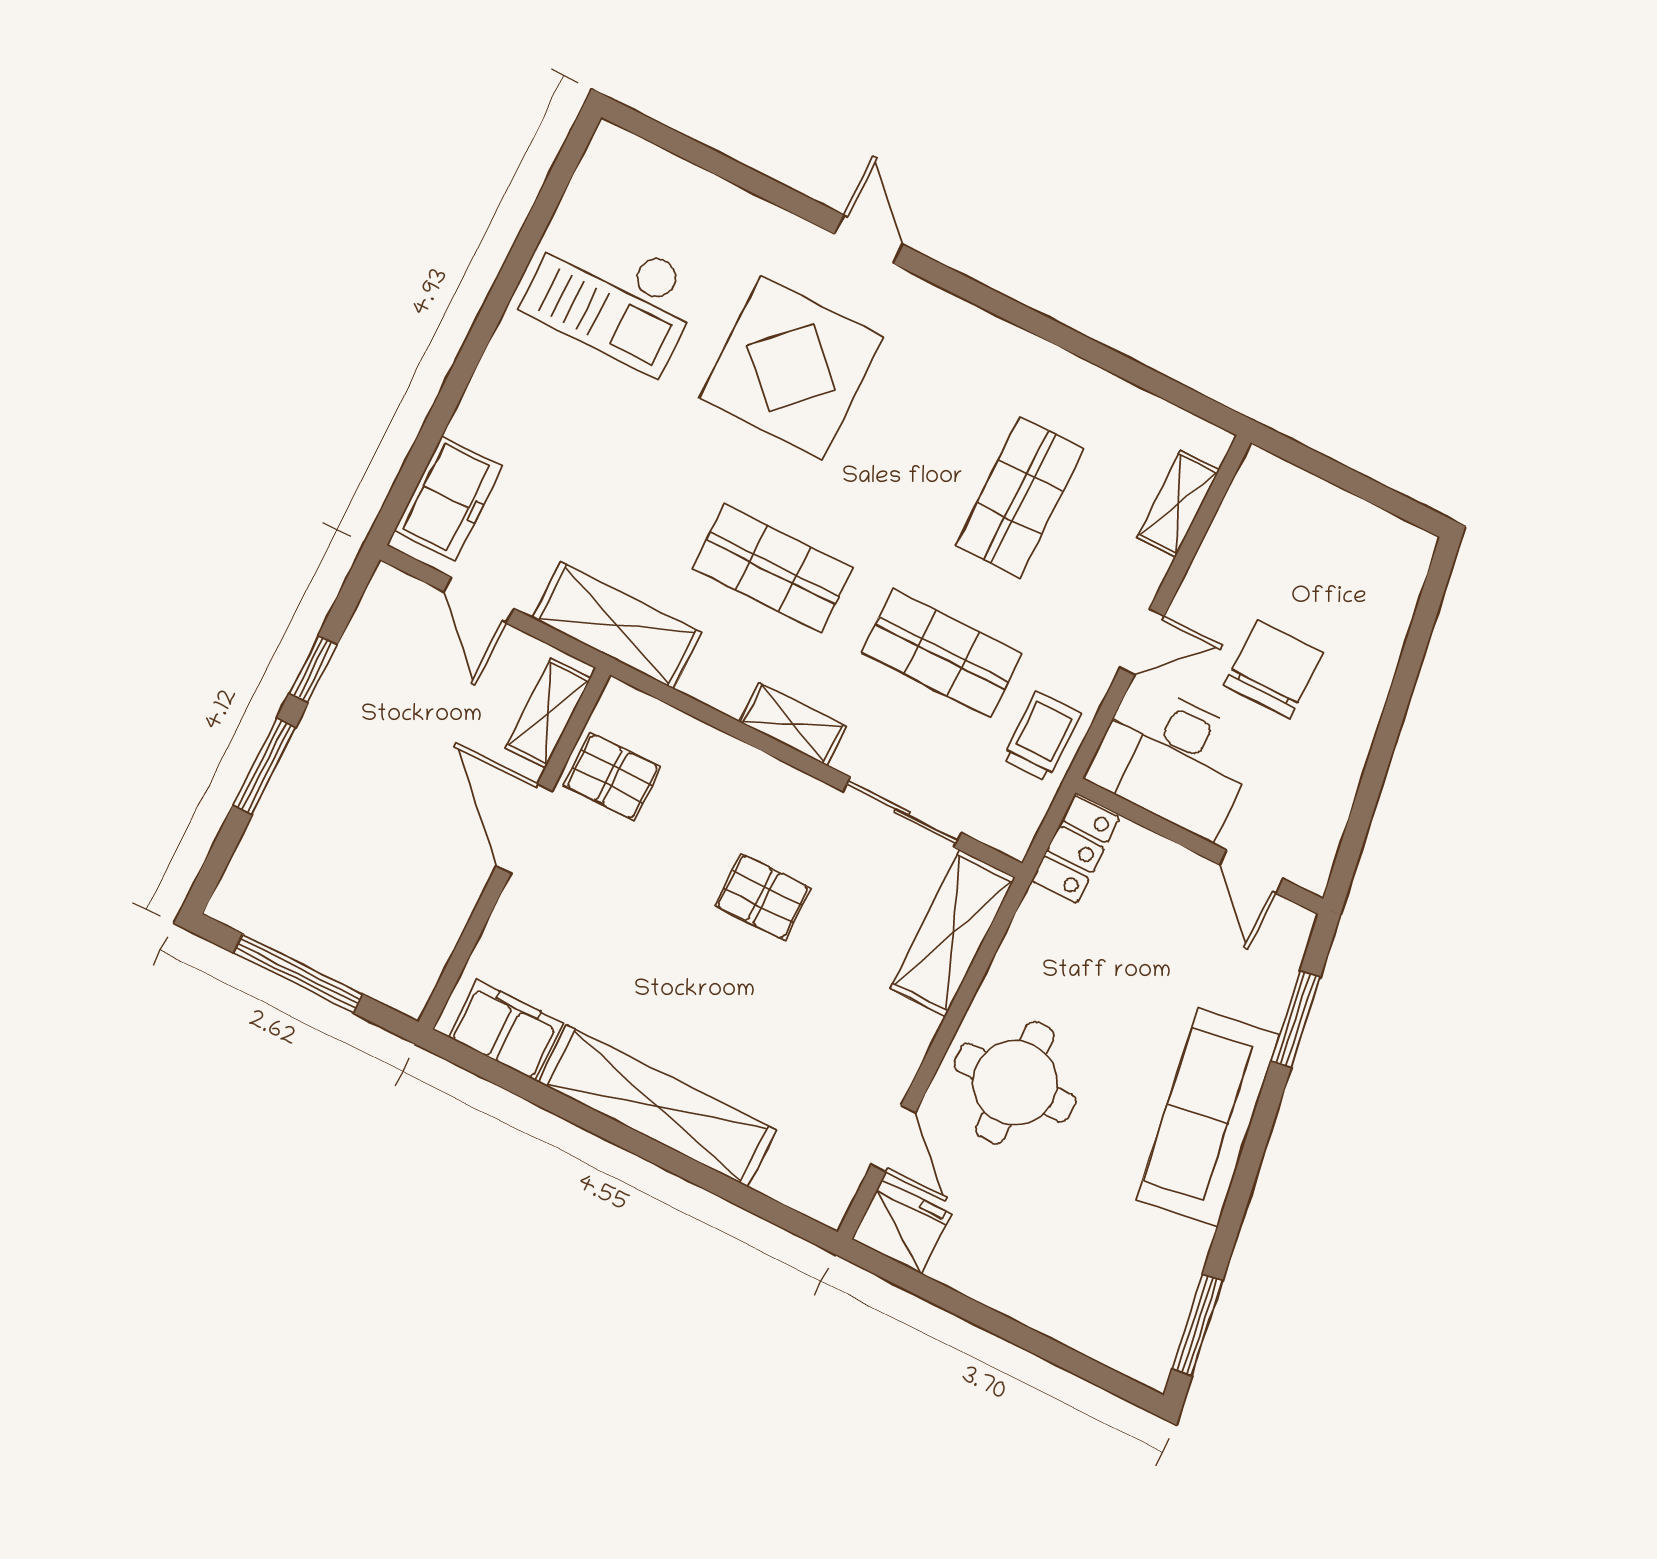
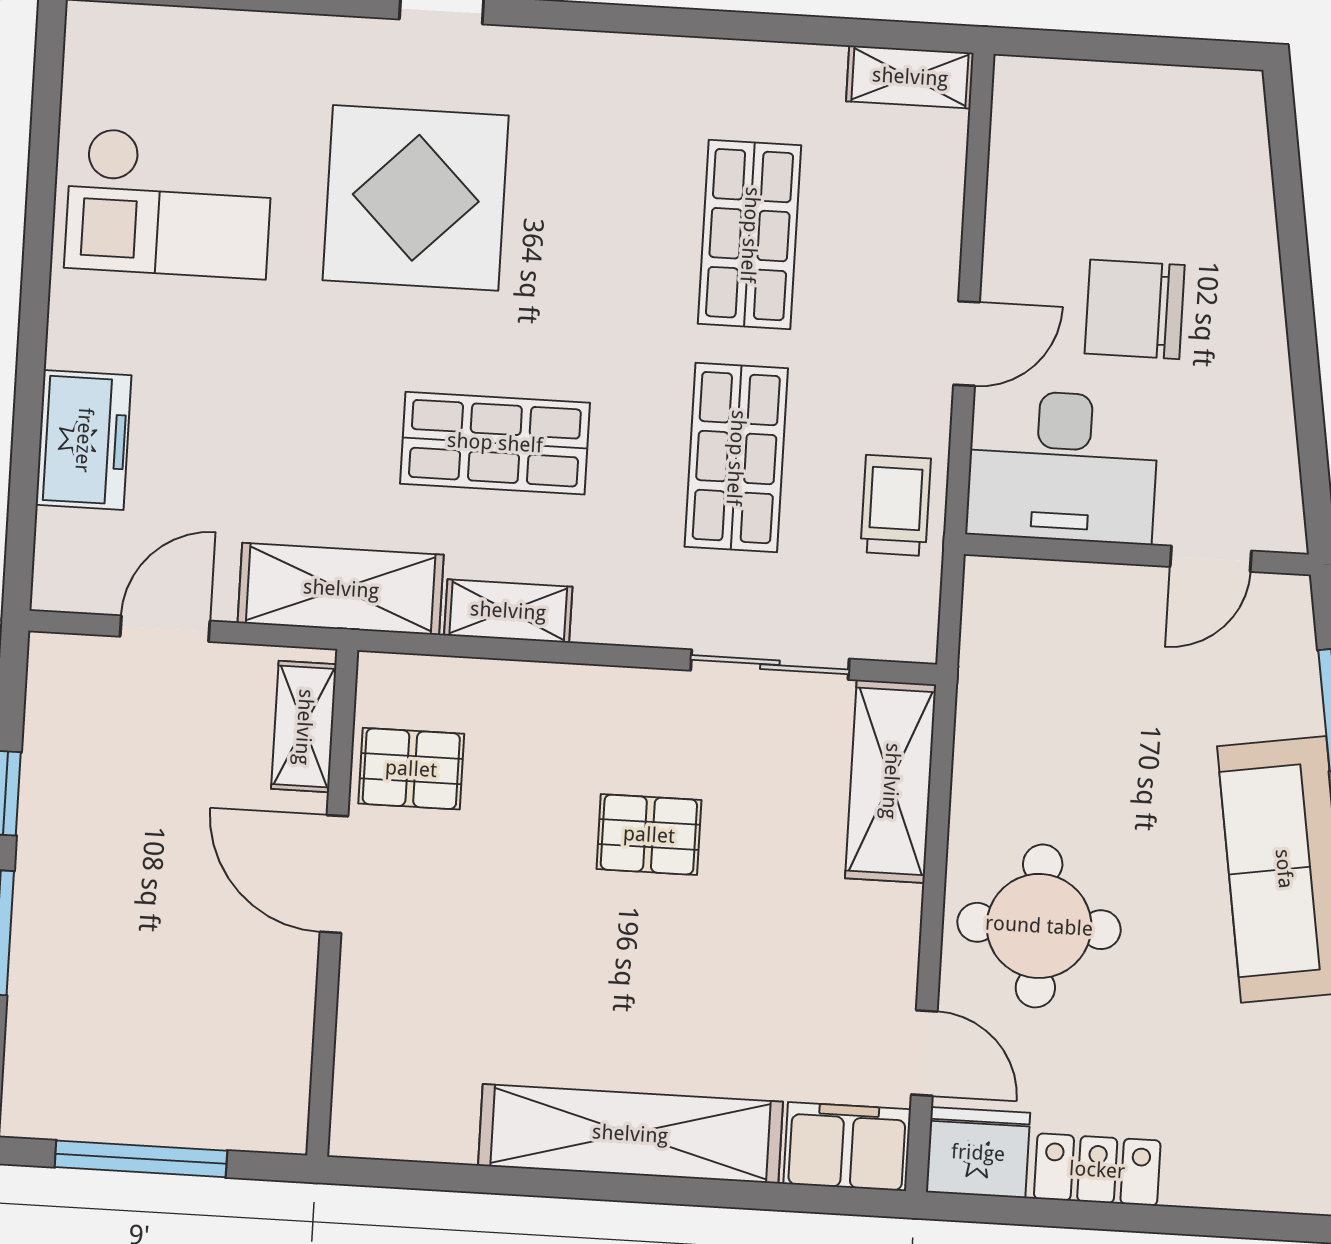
freezer: (449, 498) -> (84, 440), moved
shelving: (1178, 504) -> (910, 77), moved, turned 90
door: (479, 600) -> (165, 629), swing flipped
shop shelf: (942, 653) -> (736, 458), turned 90
chair: (1274, 669) -> (1135, 309), turned -90
shelving: (793, 724) -> (508, 611), moved
locker: (1076, 849) -> (1097, 1170), moved, turned -90
door: (1251, 872) -> (1211, 559), hinge flipped
filing cabinet: (506, 1030) -> (847, 1147), moved

